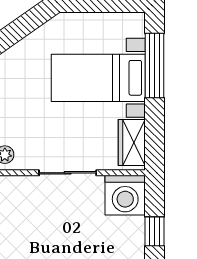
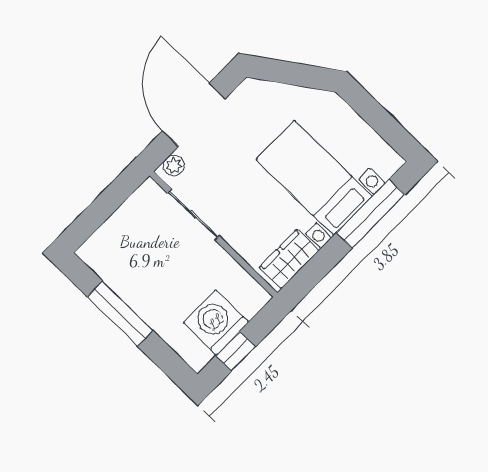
sliding door: (68, 173) -> (193, 215), moved
washing machine: (125, 195) -> (216, 322), moved, turned 90

